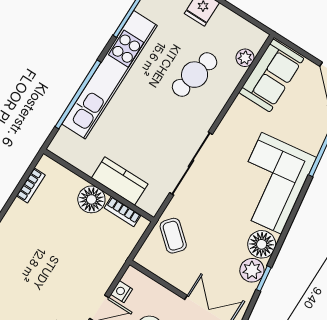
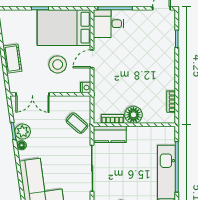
kitchen counter: (120, 181) -> (110, 134), moved
floor lamp: (262, 244) -> (22, 145), width x0.53, depth x0.53
nightstand: (122, 292) -> (86, 88), moved

